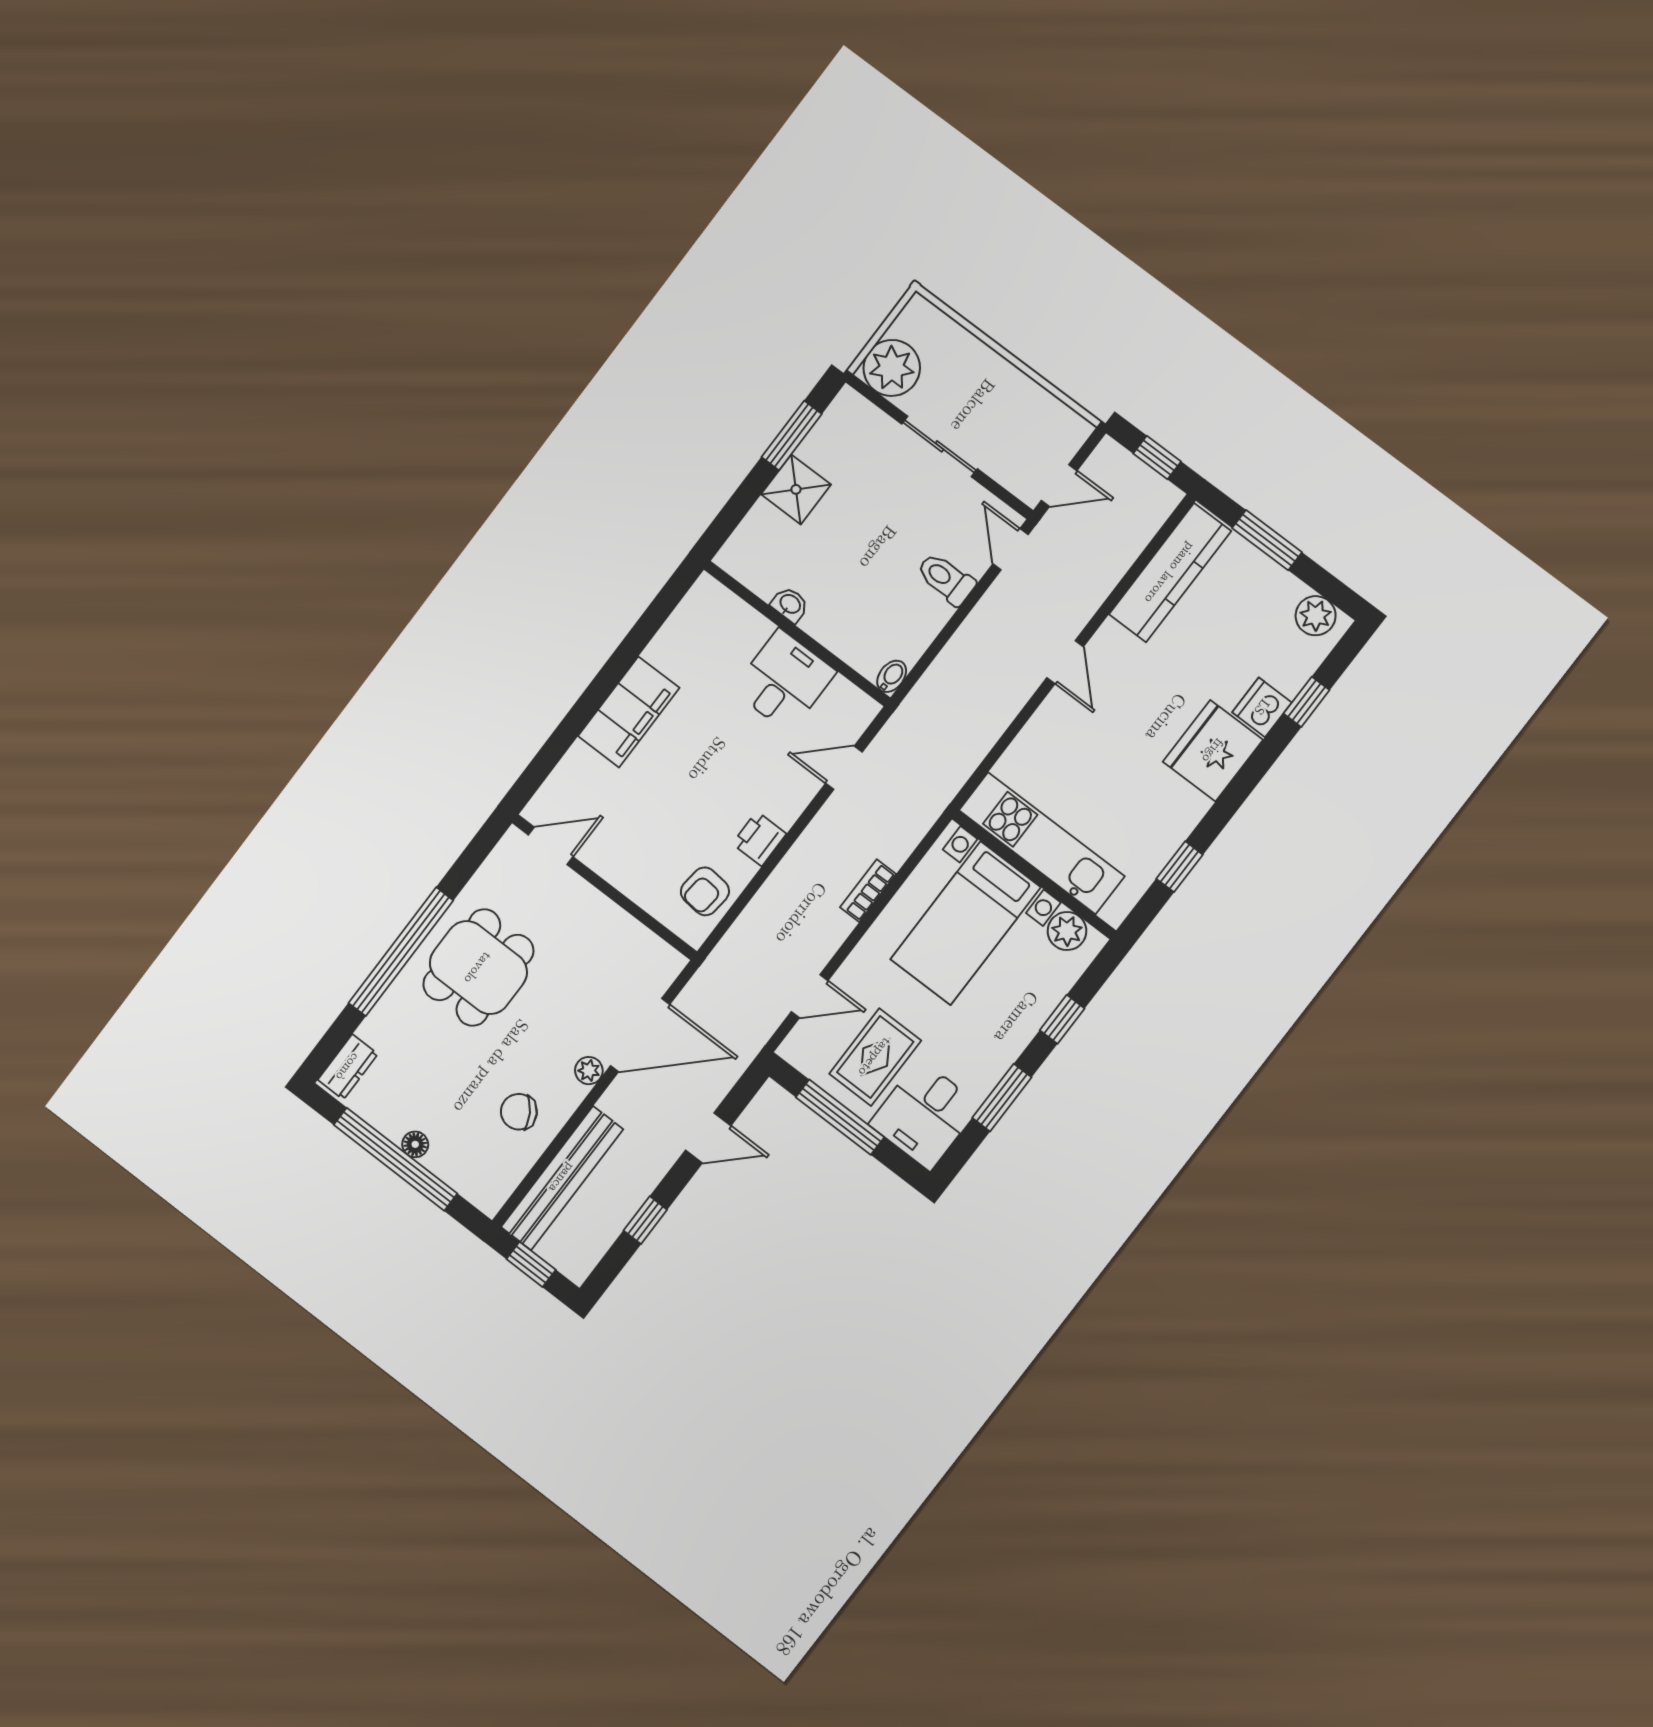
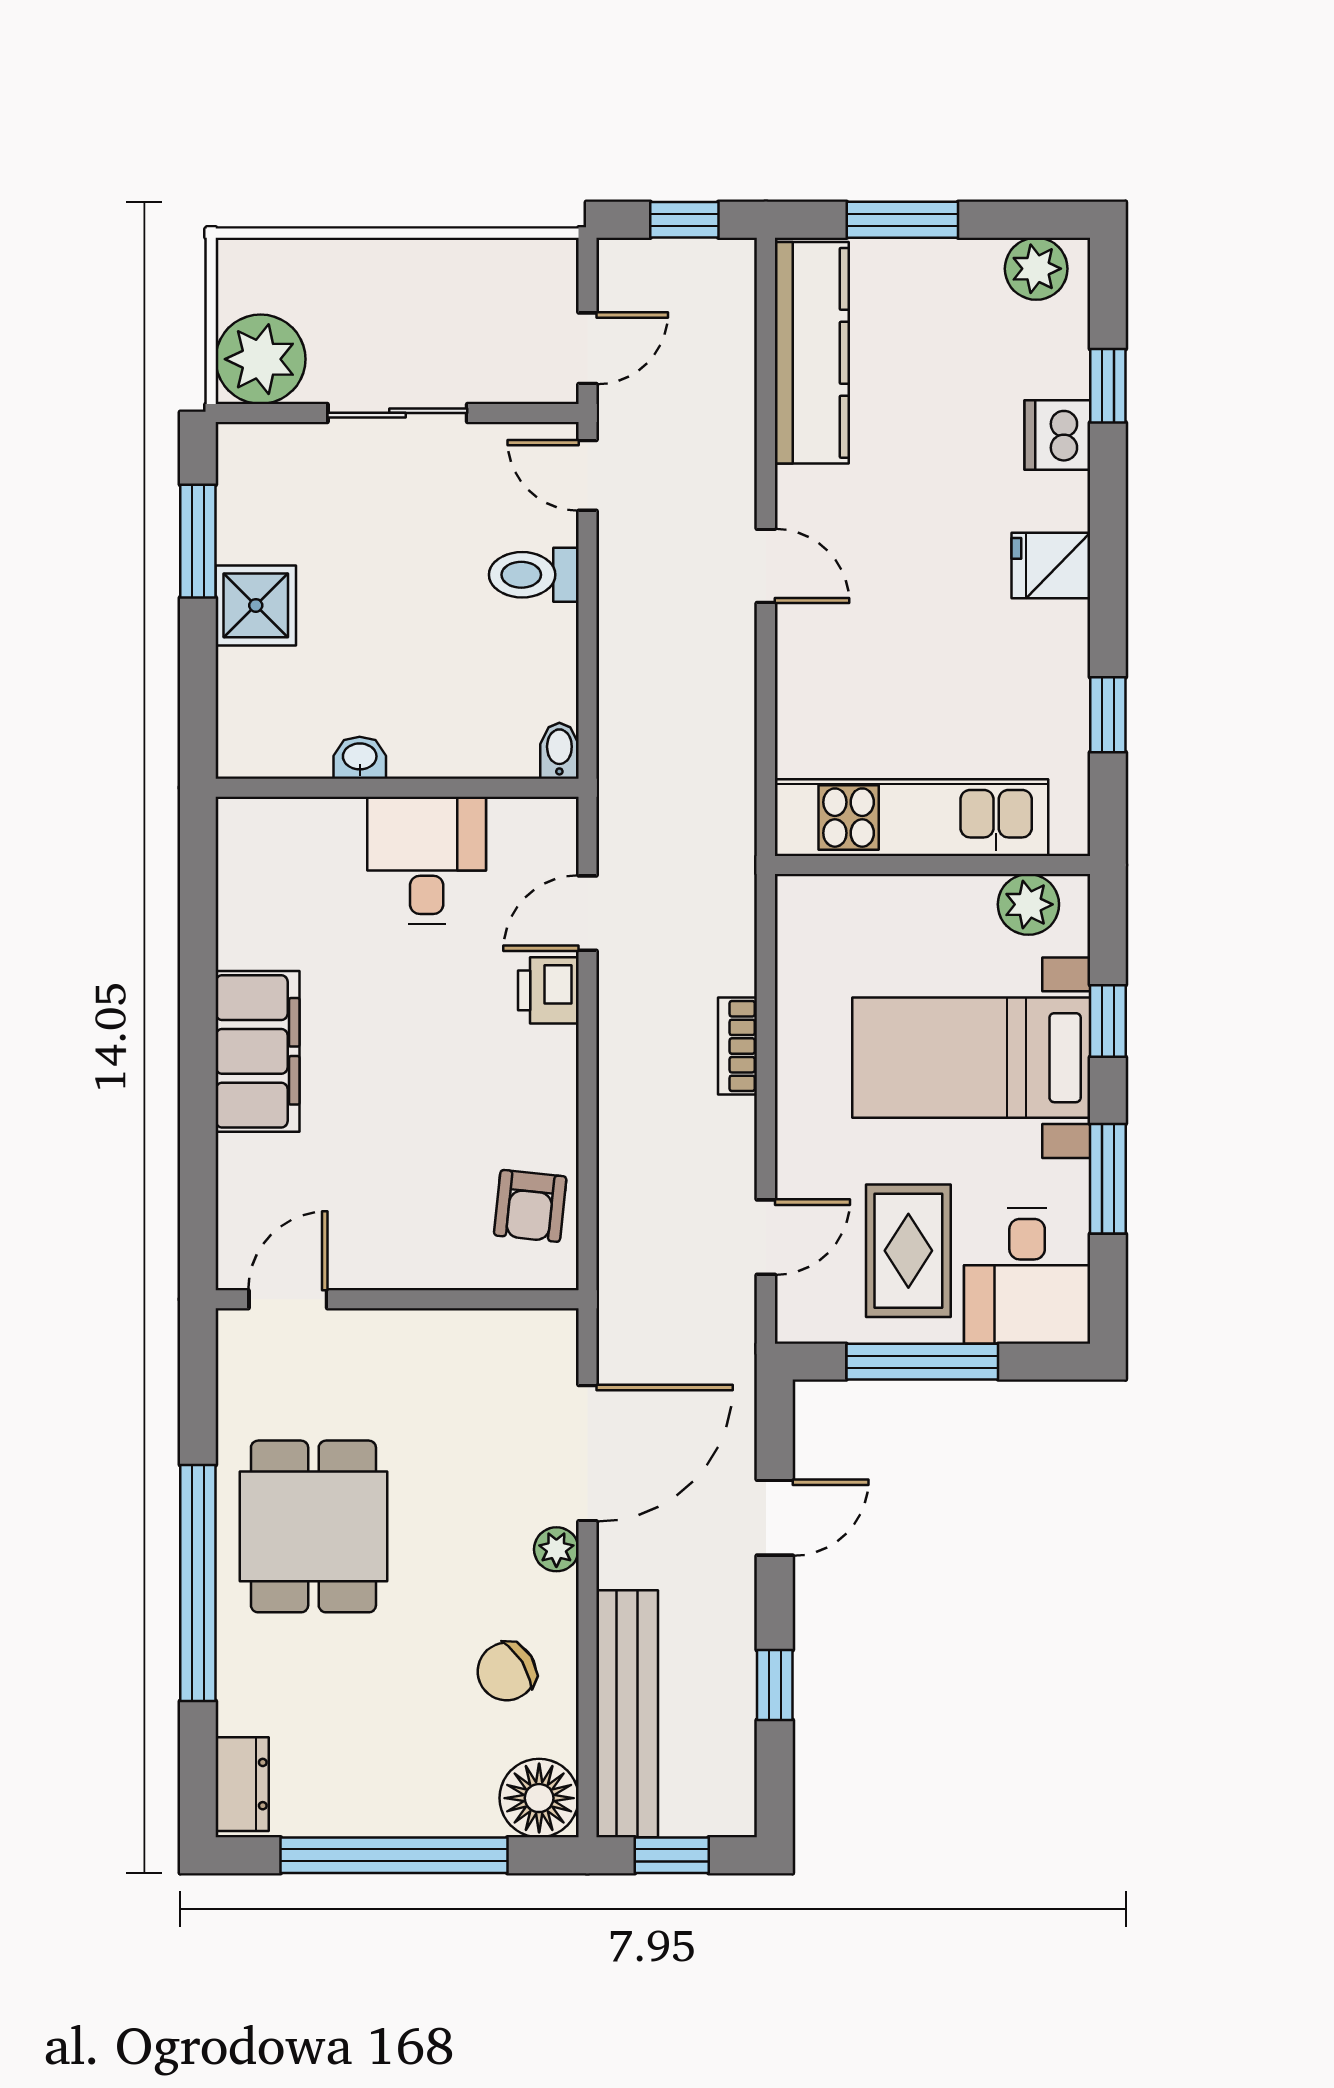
fridge: (1213, 751) -> (1051, 566), width x0.53, depth x0.75
printer: (759, 839) -> (548, 990), moved
bed with nightstands: (965, 923) -> (971, 1058), moved, turned 90
floor lamp: (415, 1144) -> (539, 1798), moved, width x1.89, depth x1.89

